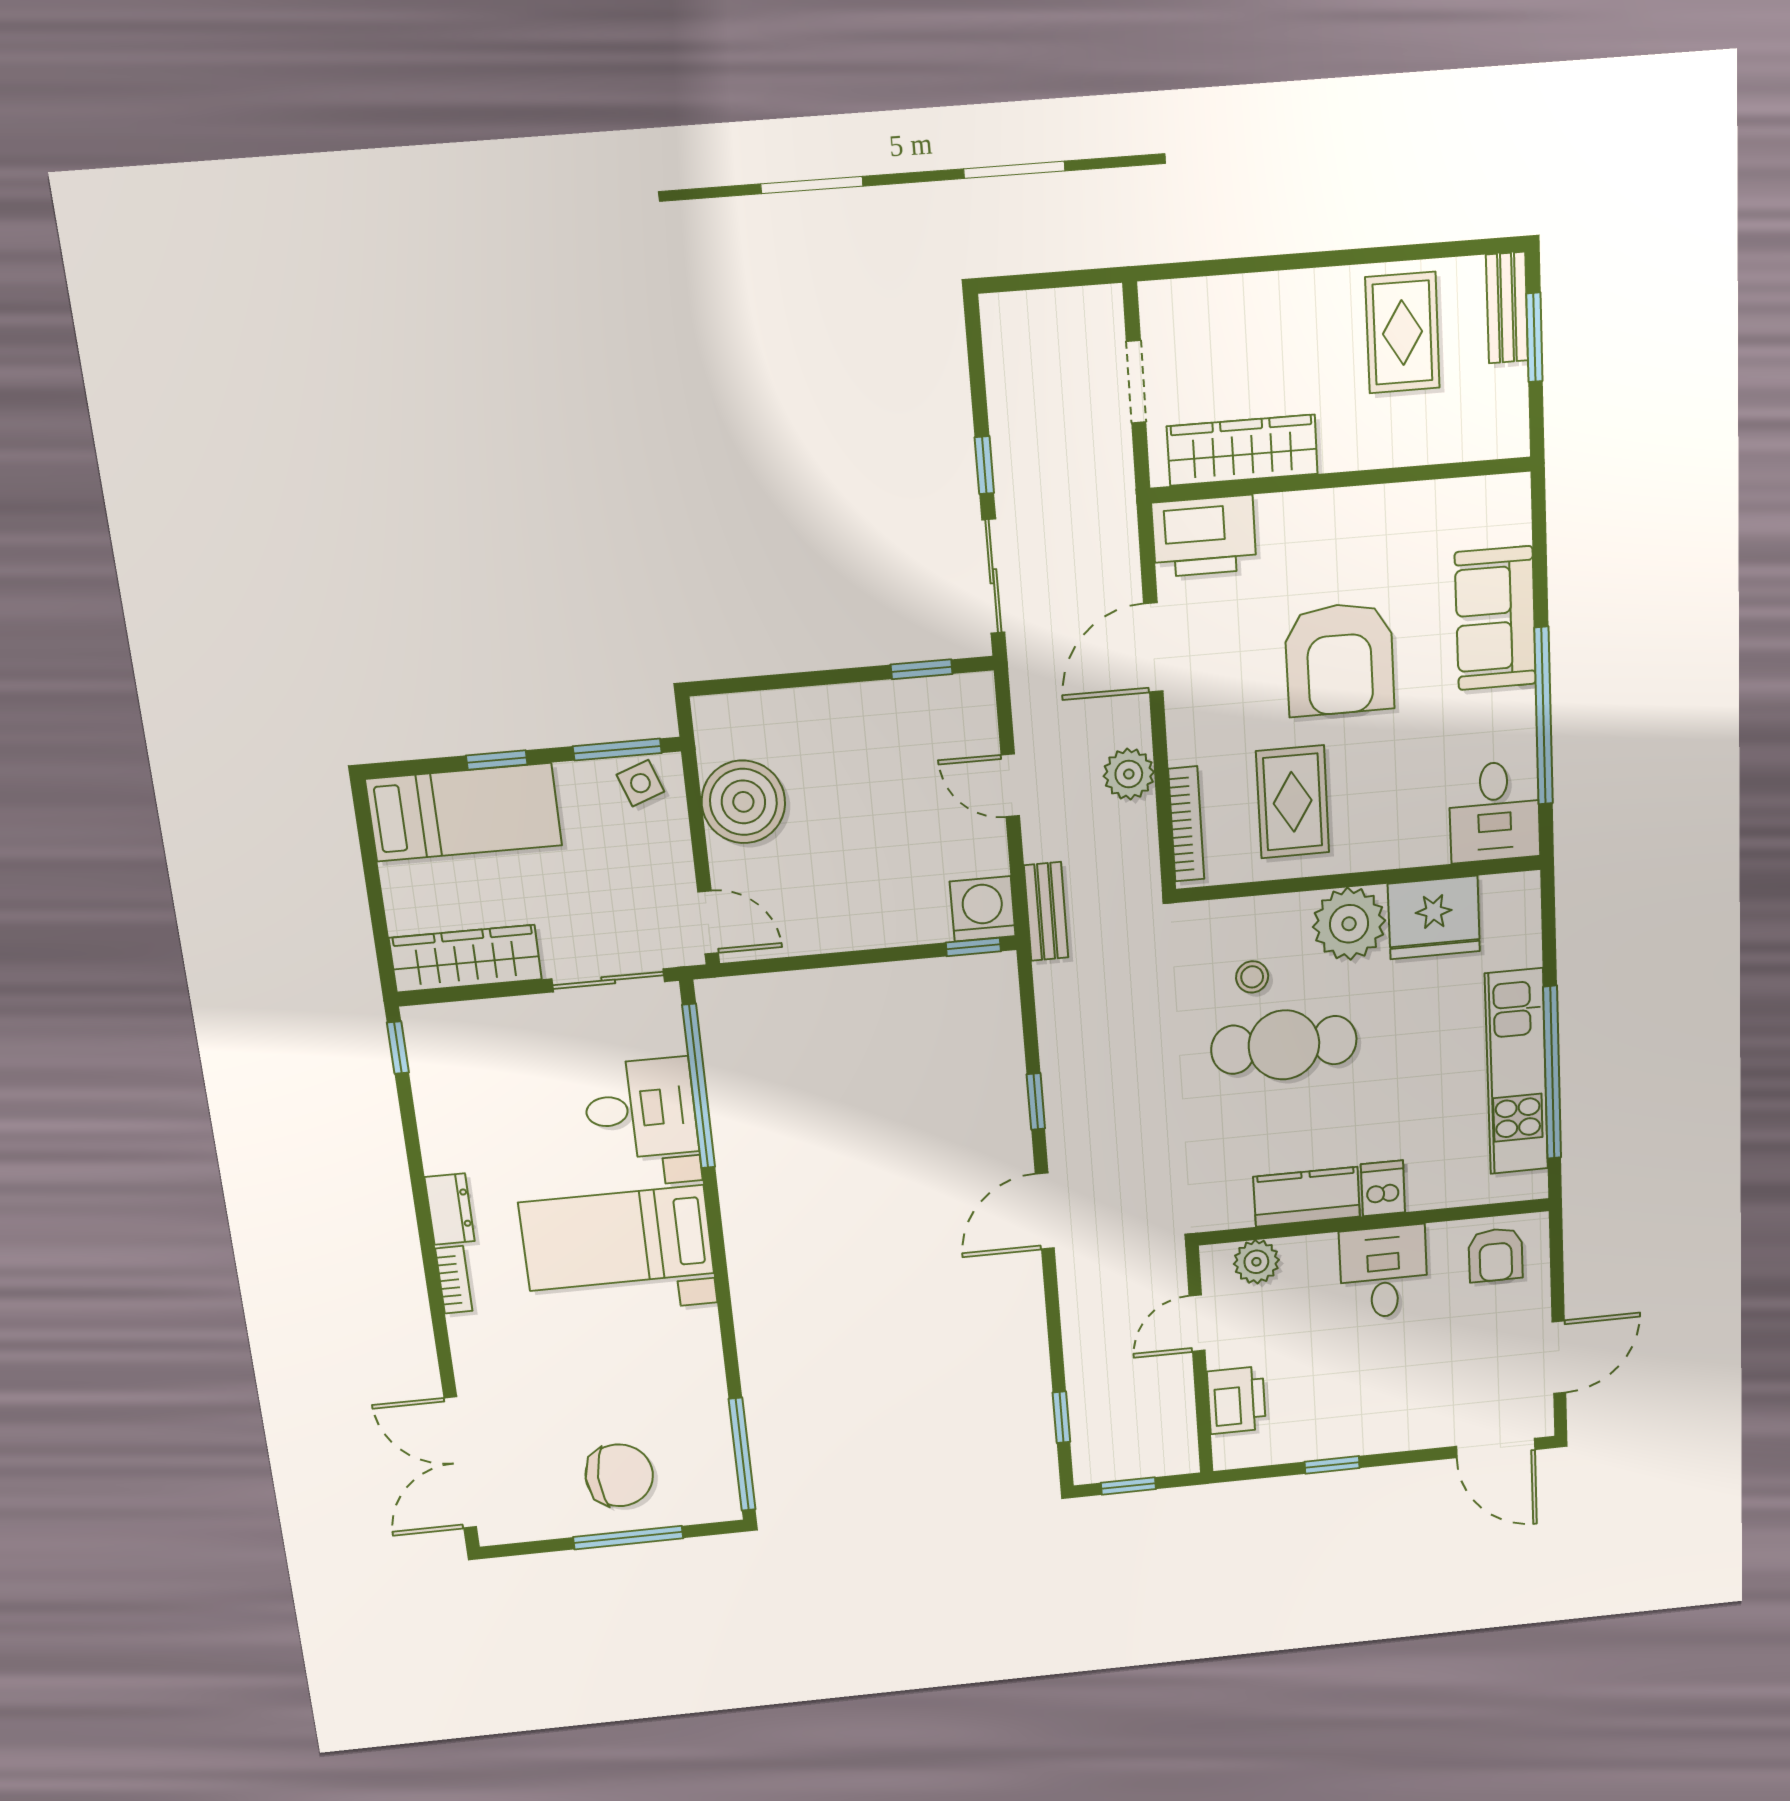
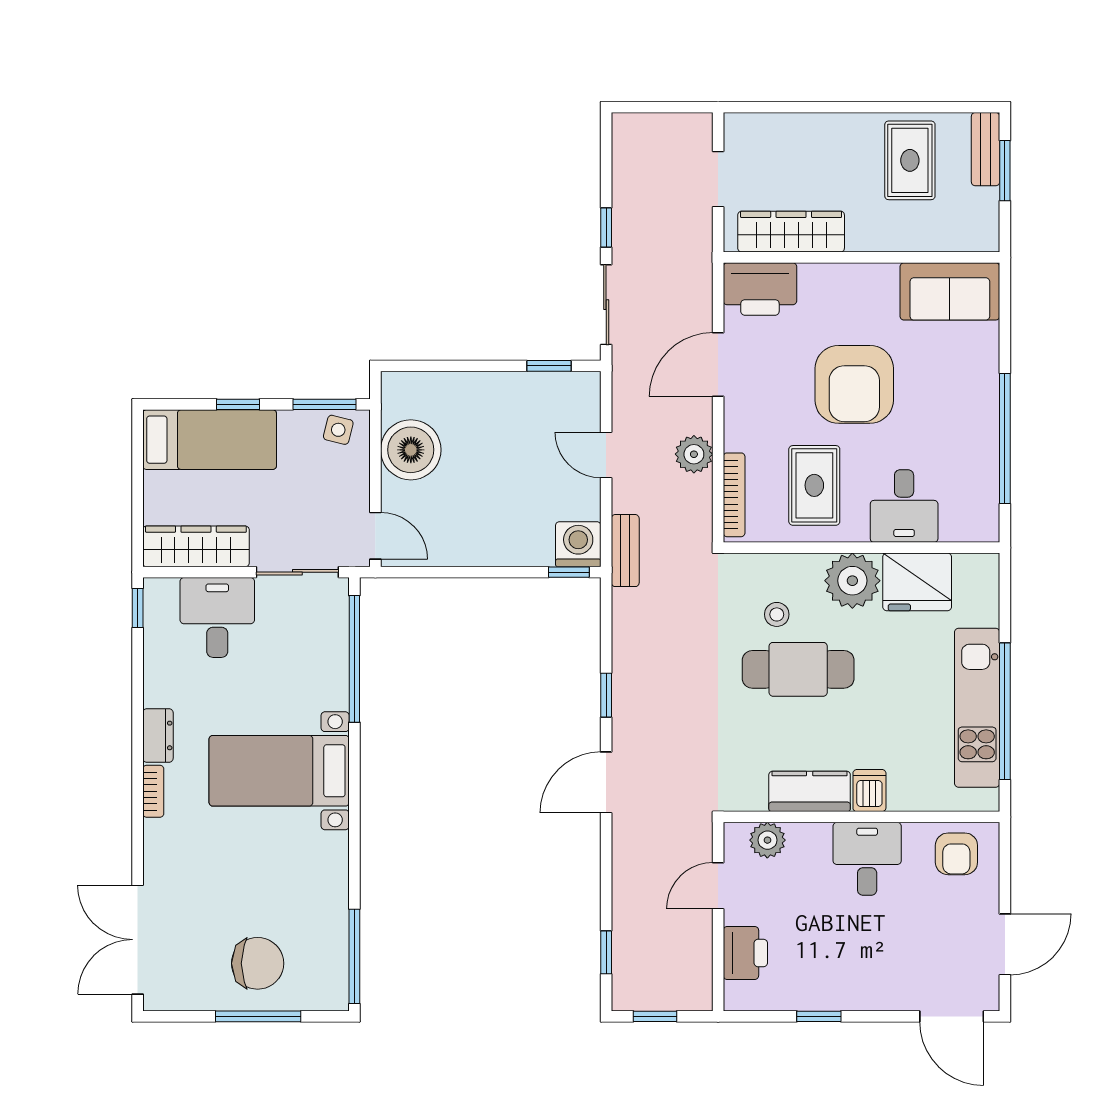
sofa: (1495, 618) -> (950, 291), moved, turned -90
side table: (640, 783) -> (338, 430), turned 34
desk: (1494, 812) -> (904, 506), moved
desk: (640, 1109) -> (217, 617), moved, turned -90

